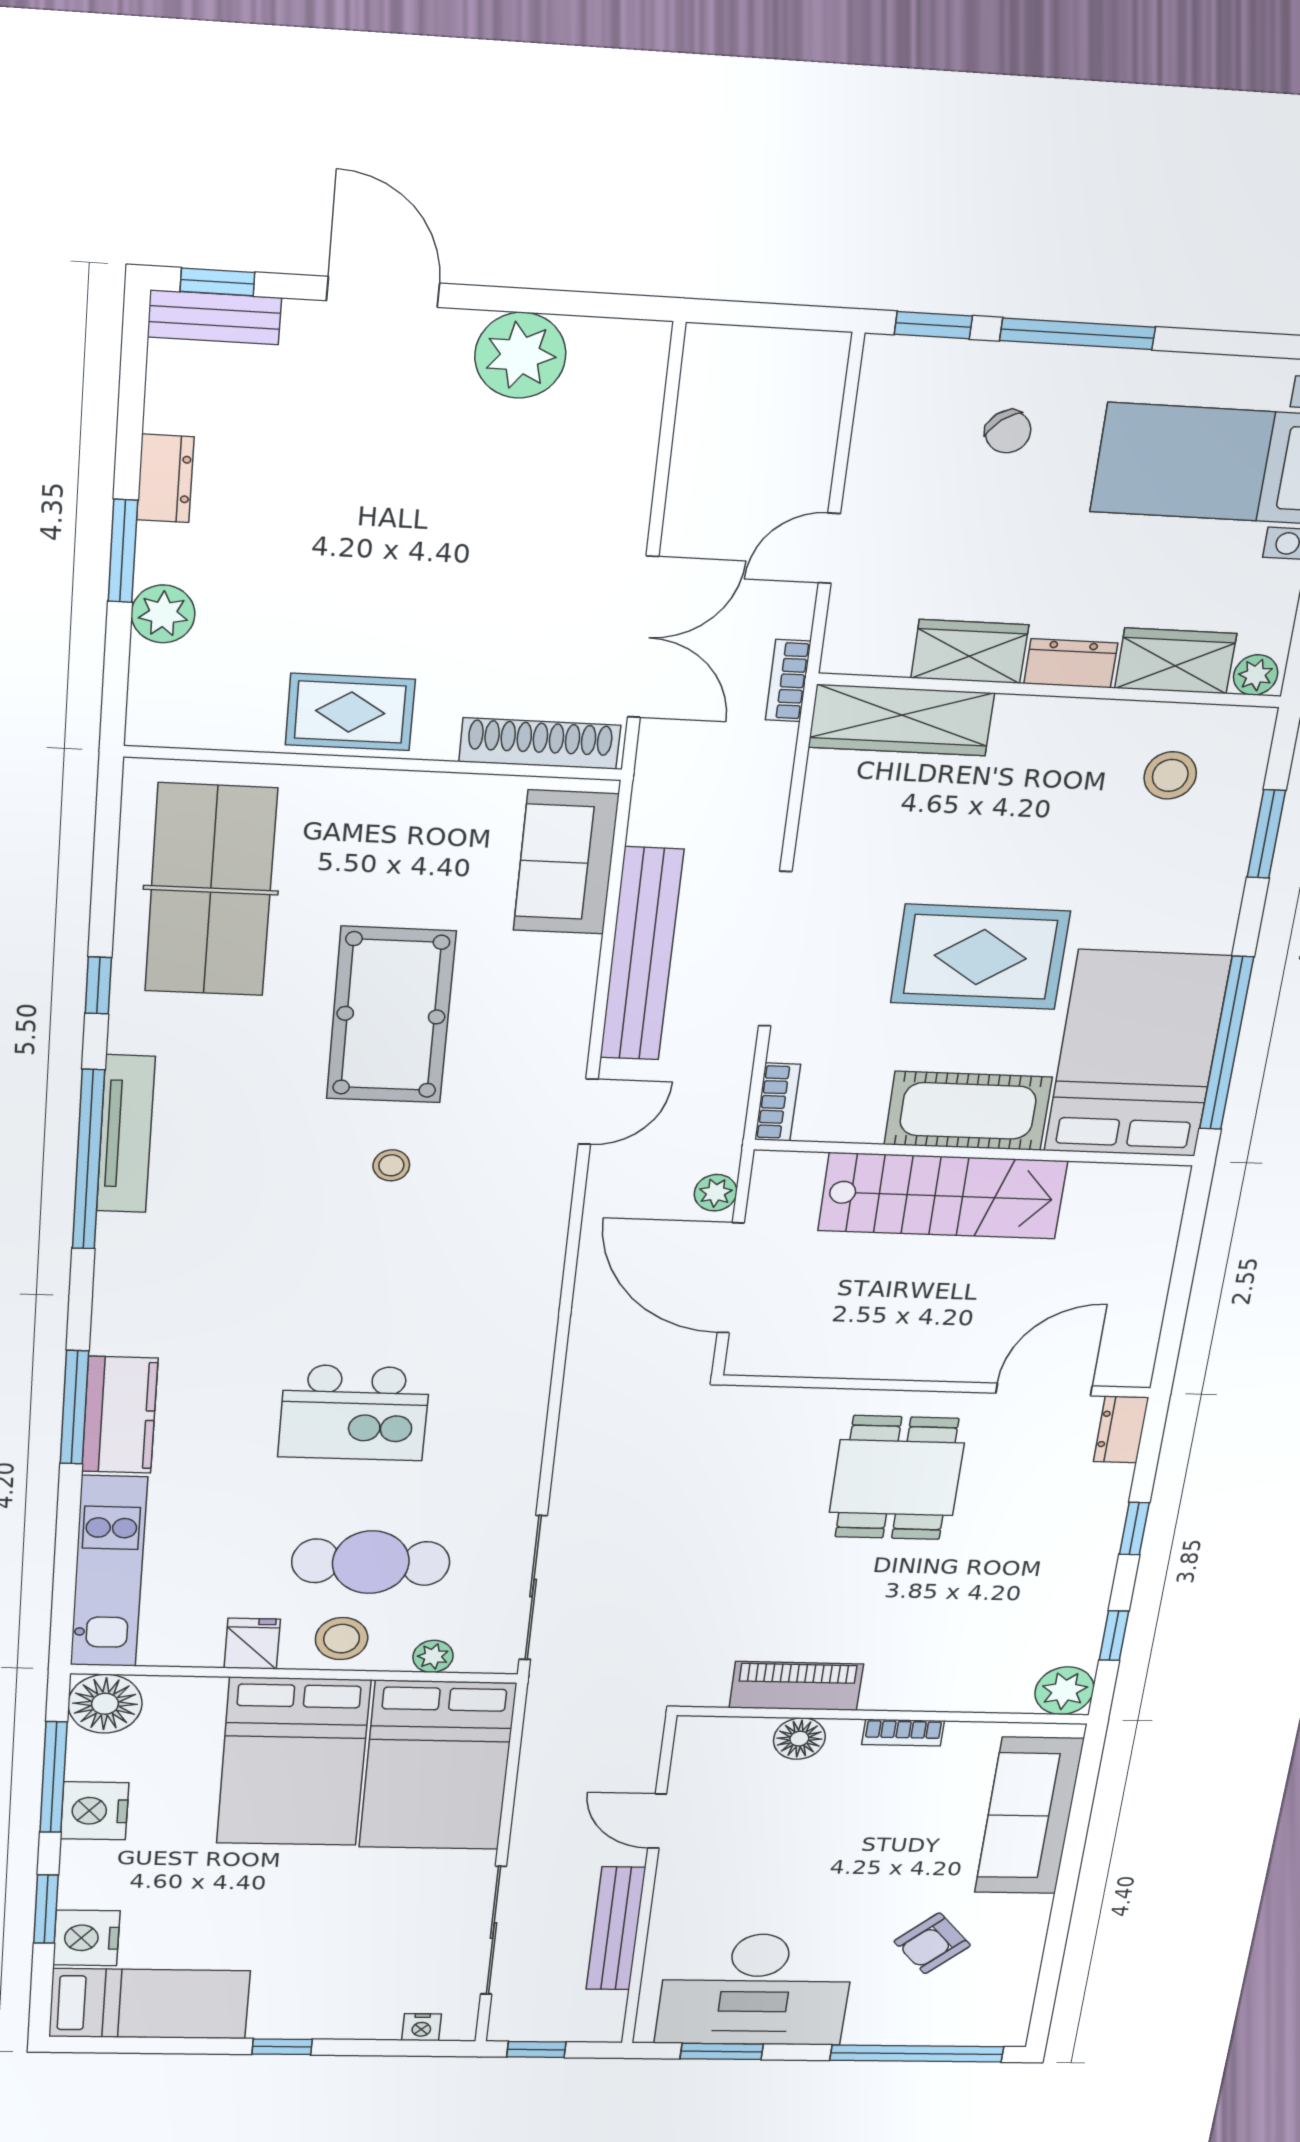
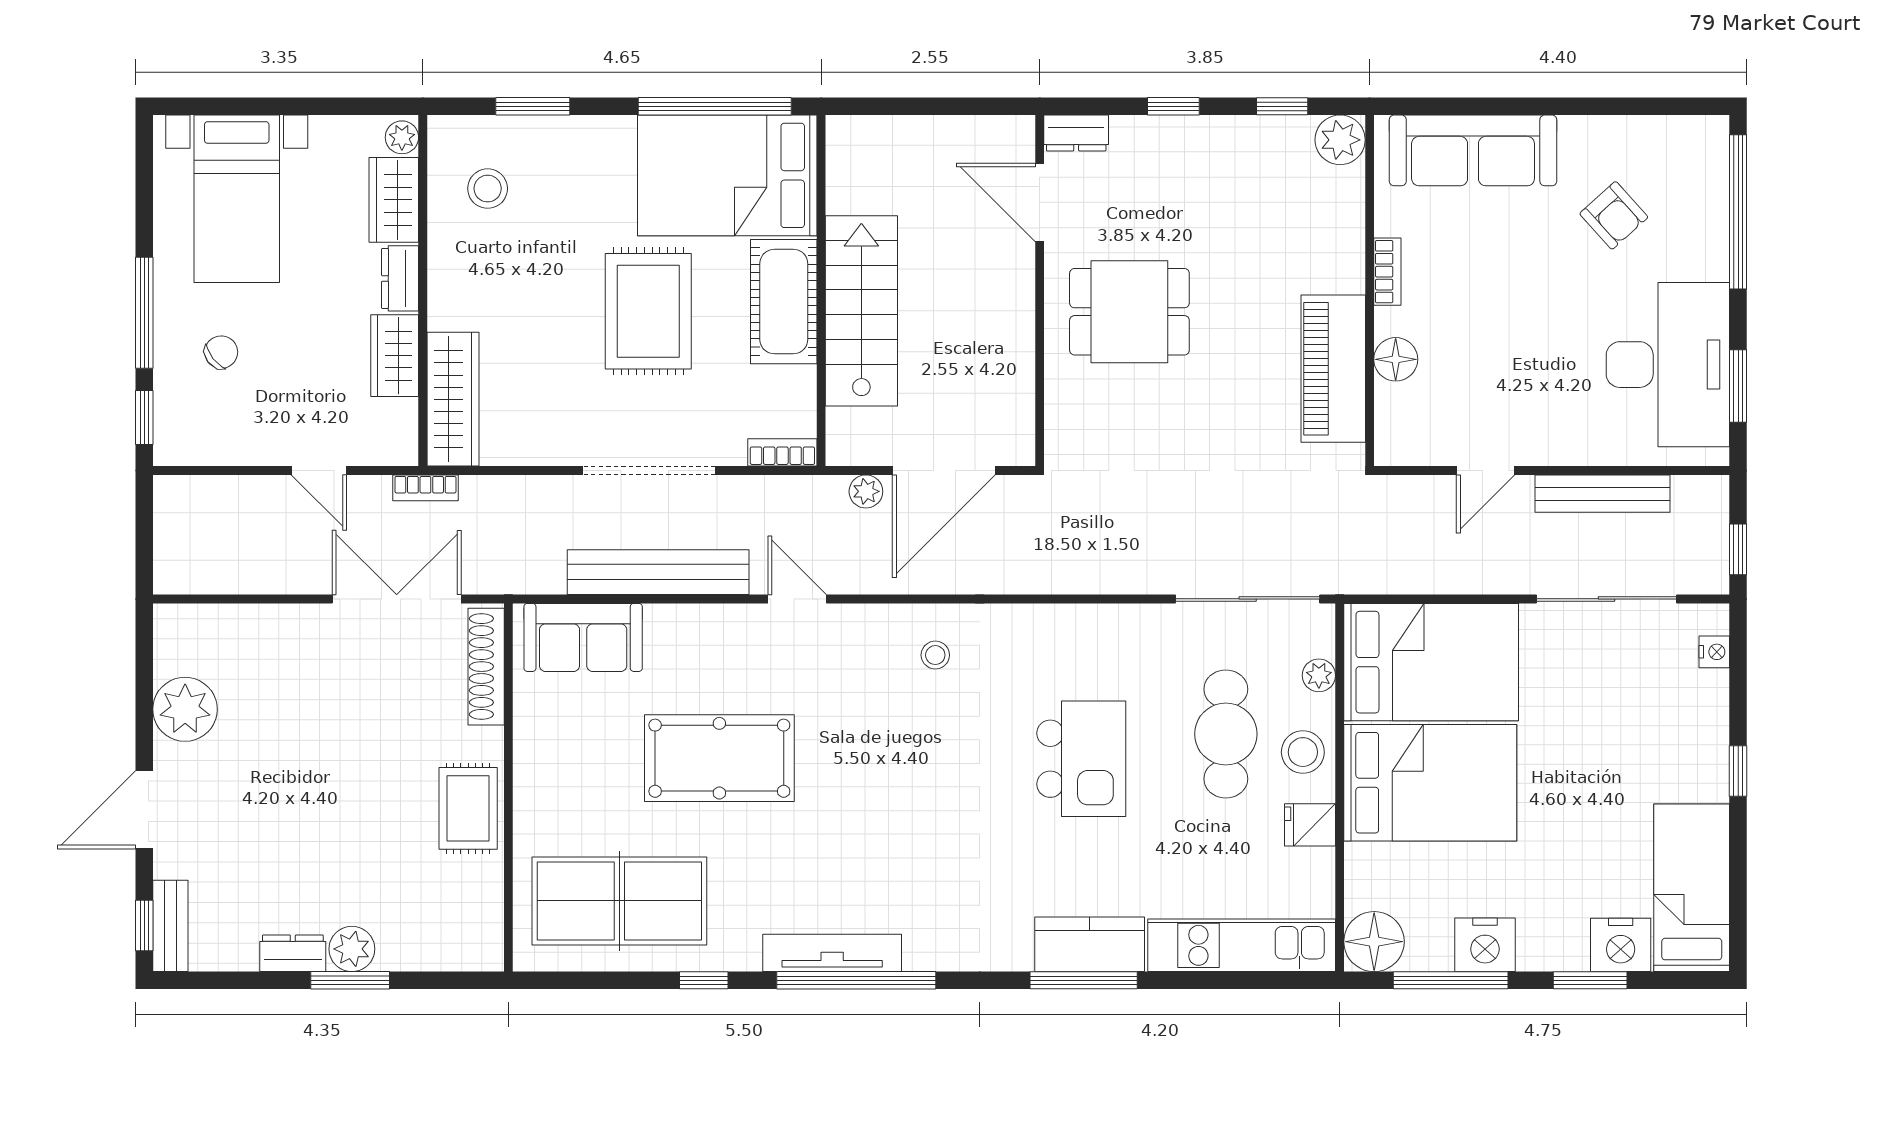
plant: (163, 614) -> (352, 949), moved
stool: (391, 1165) -> (935, 655), moved
piano: (796, 1686) -> (1333, 369), width x1.37, depth x1.33

